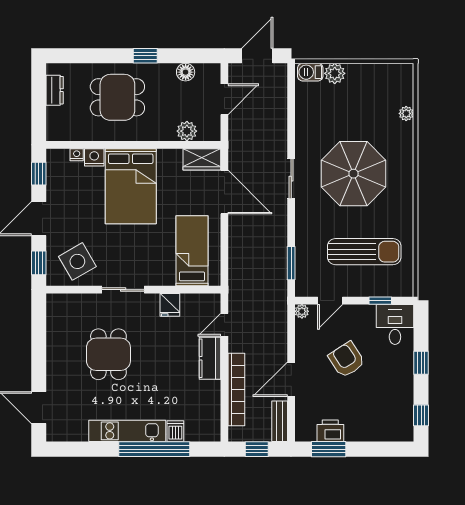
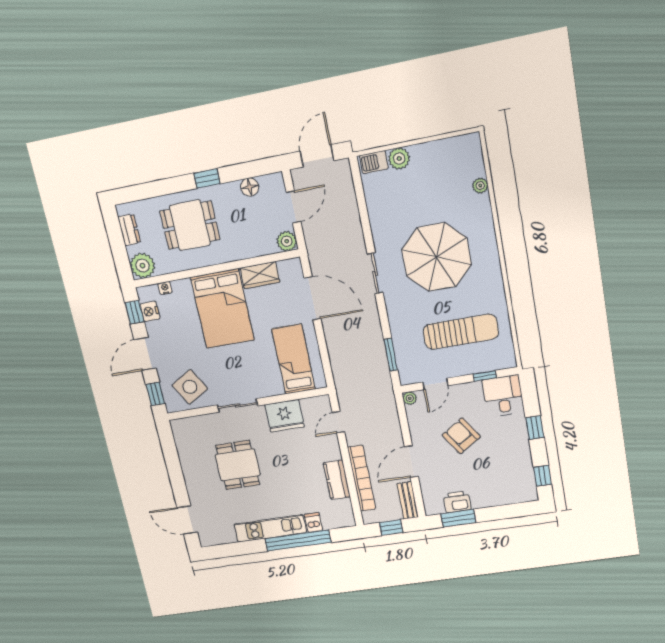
plant: (59, 128) -> (143, 266), added
plant: (187, 131) -> (287, 241), moved
nightstand: (94, 157) -> (150, 311), moved, turned -90
wardrobe: (202, 159) -> (260, 275), moved
fridge: (170, 305) -> (285, 416), width x1.88, depth x1.34
kitchen counter: (210, 358) -> (337, 480), moved

